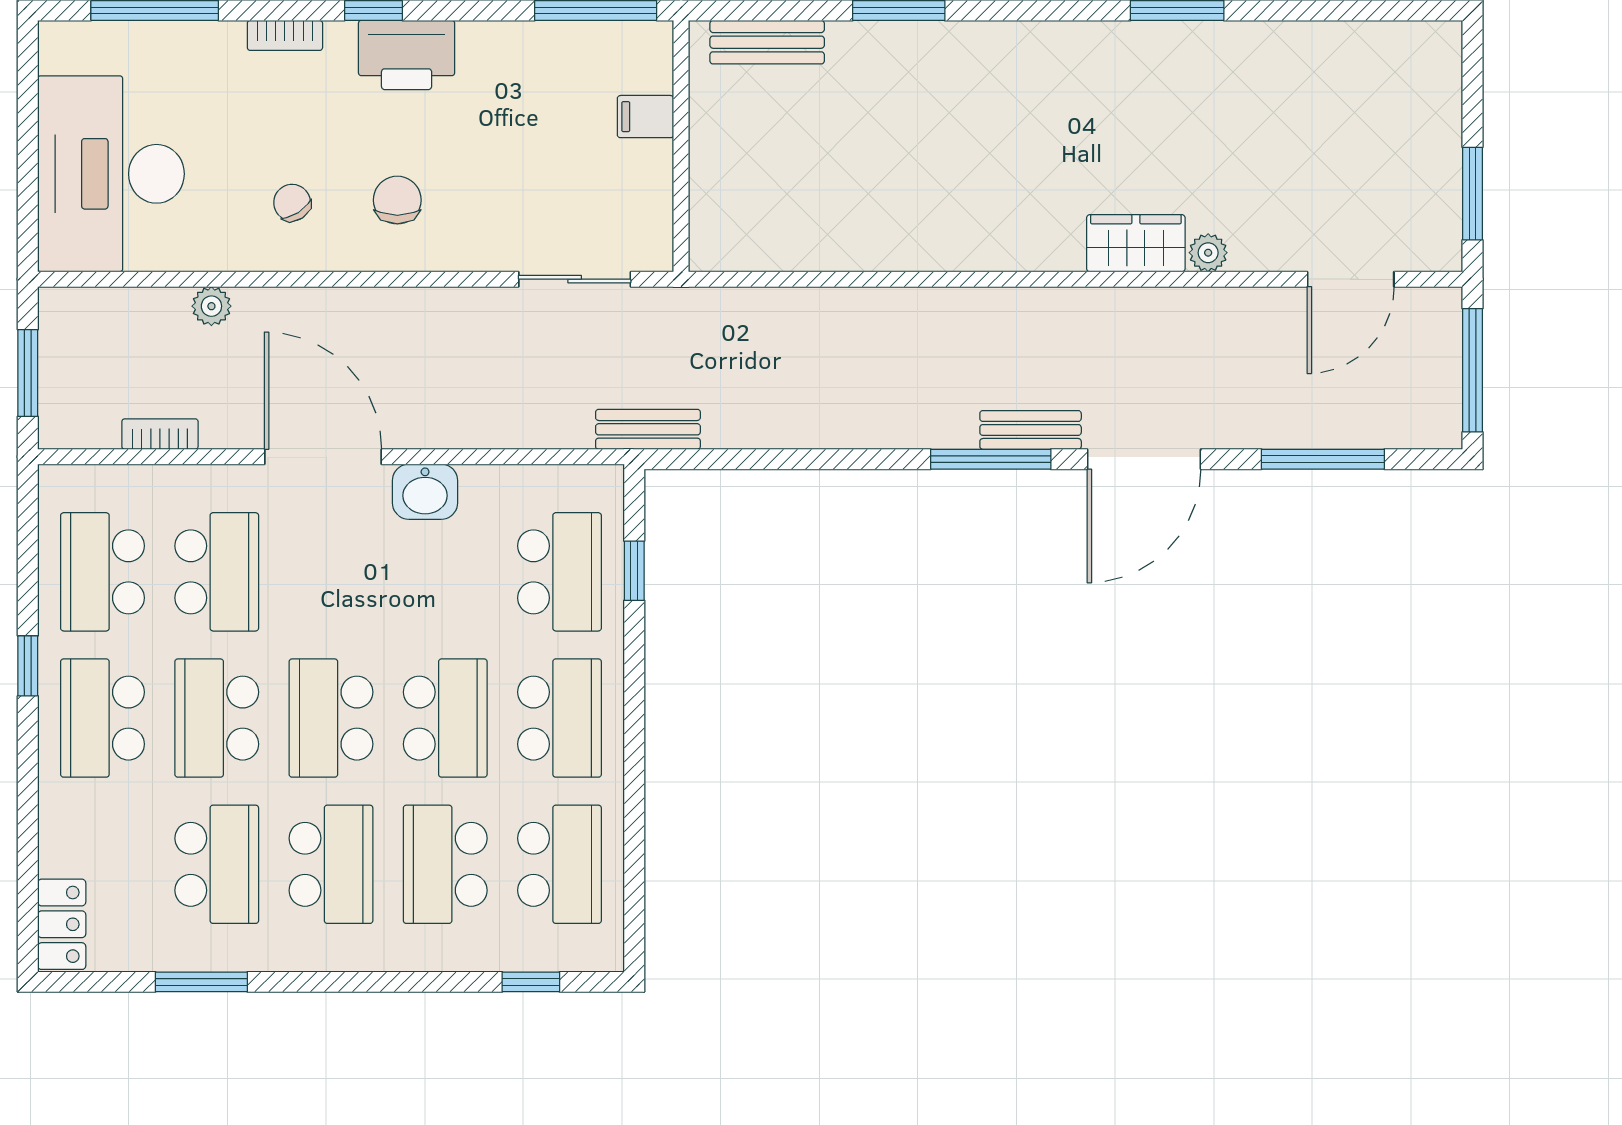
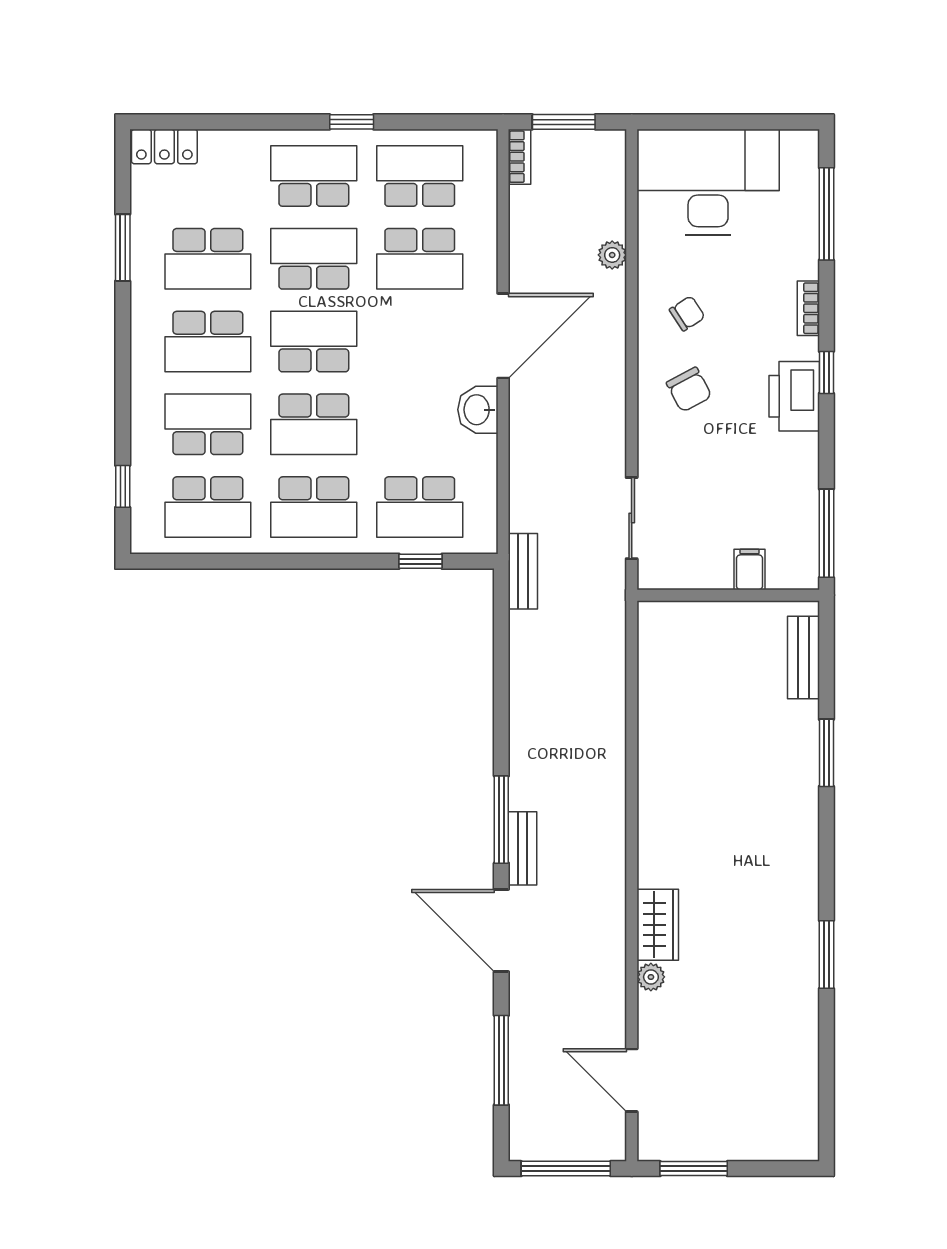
chair: (397, 200) -> (689, 390), turned 62
bookcase: (160, 434) -> (520, 157), moved

